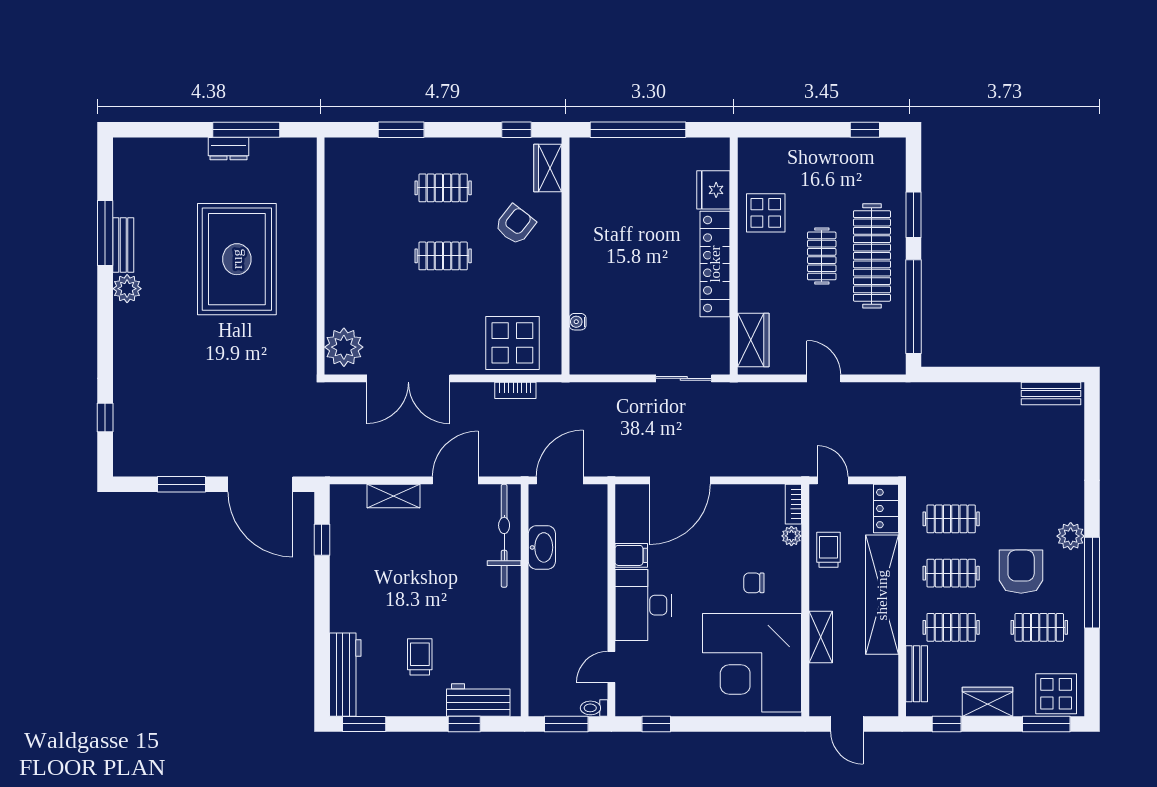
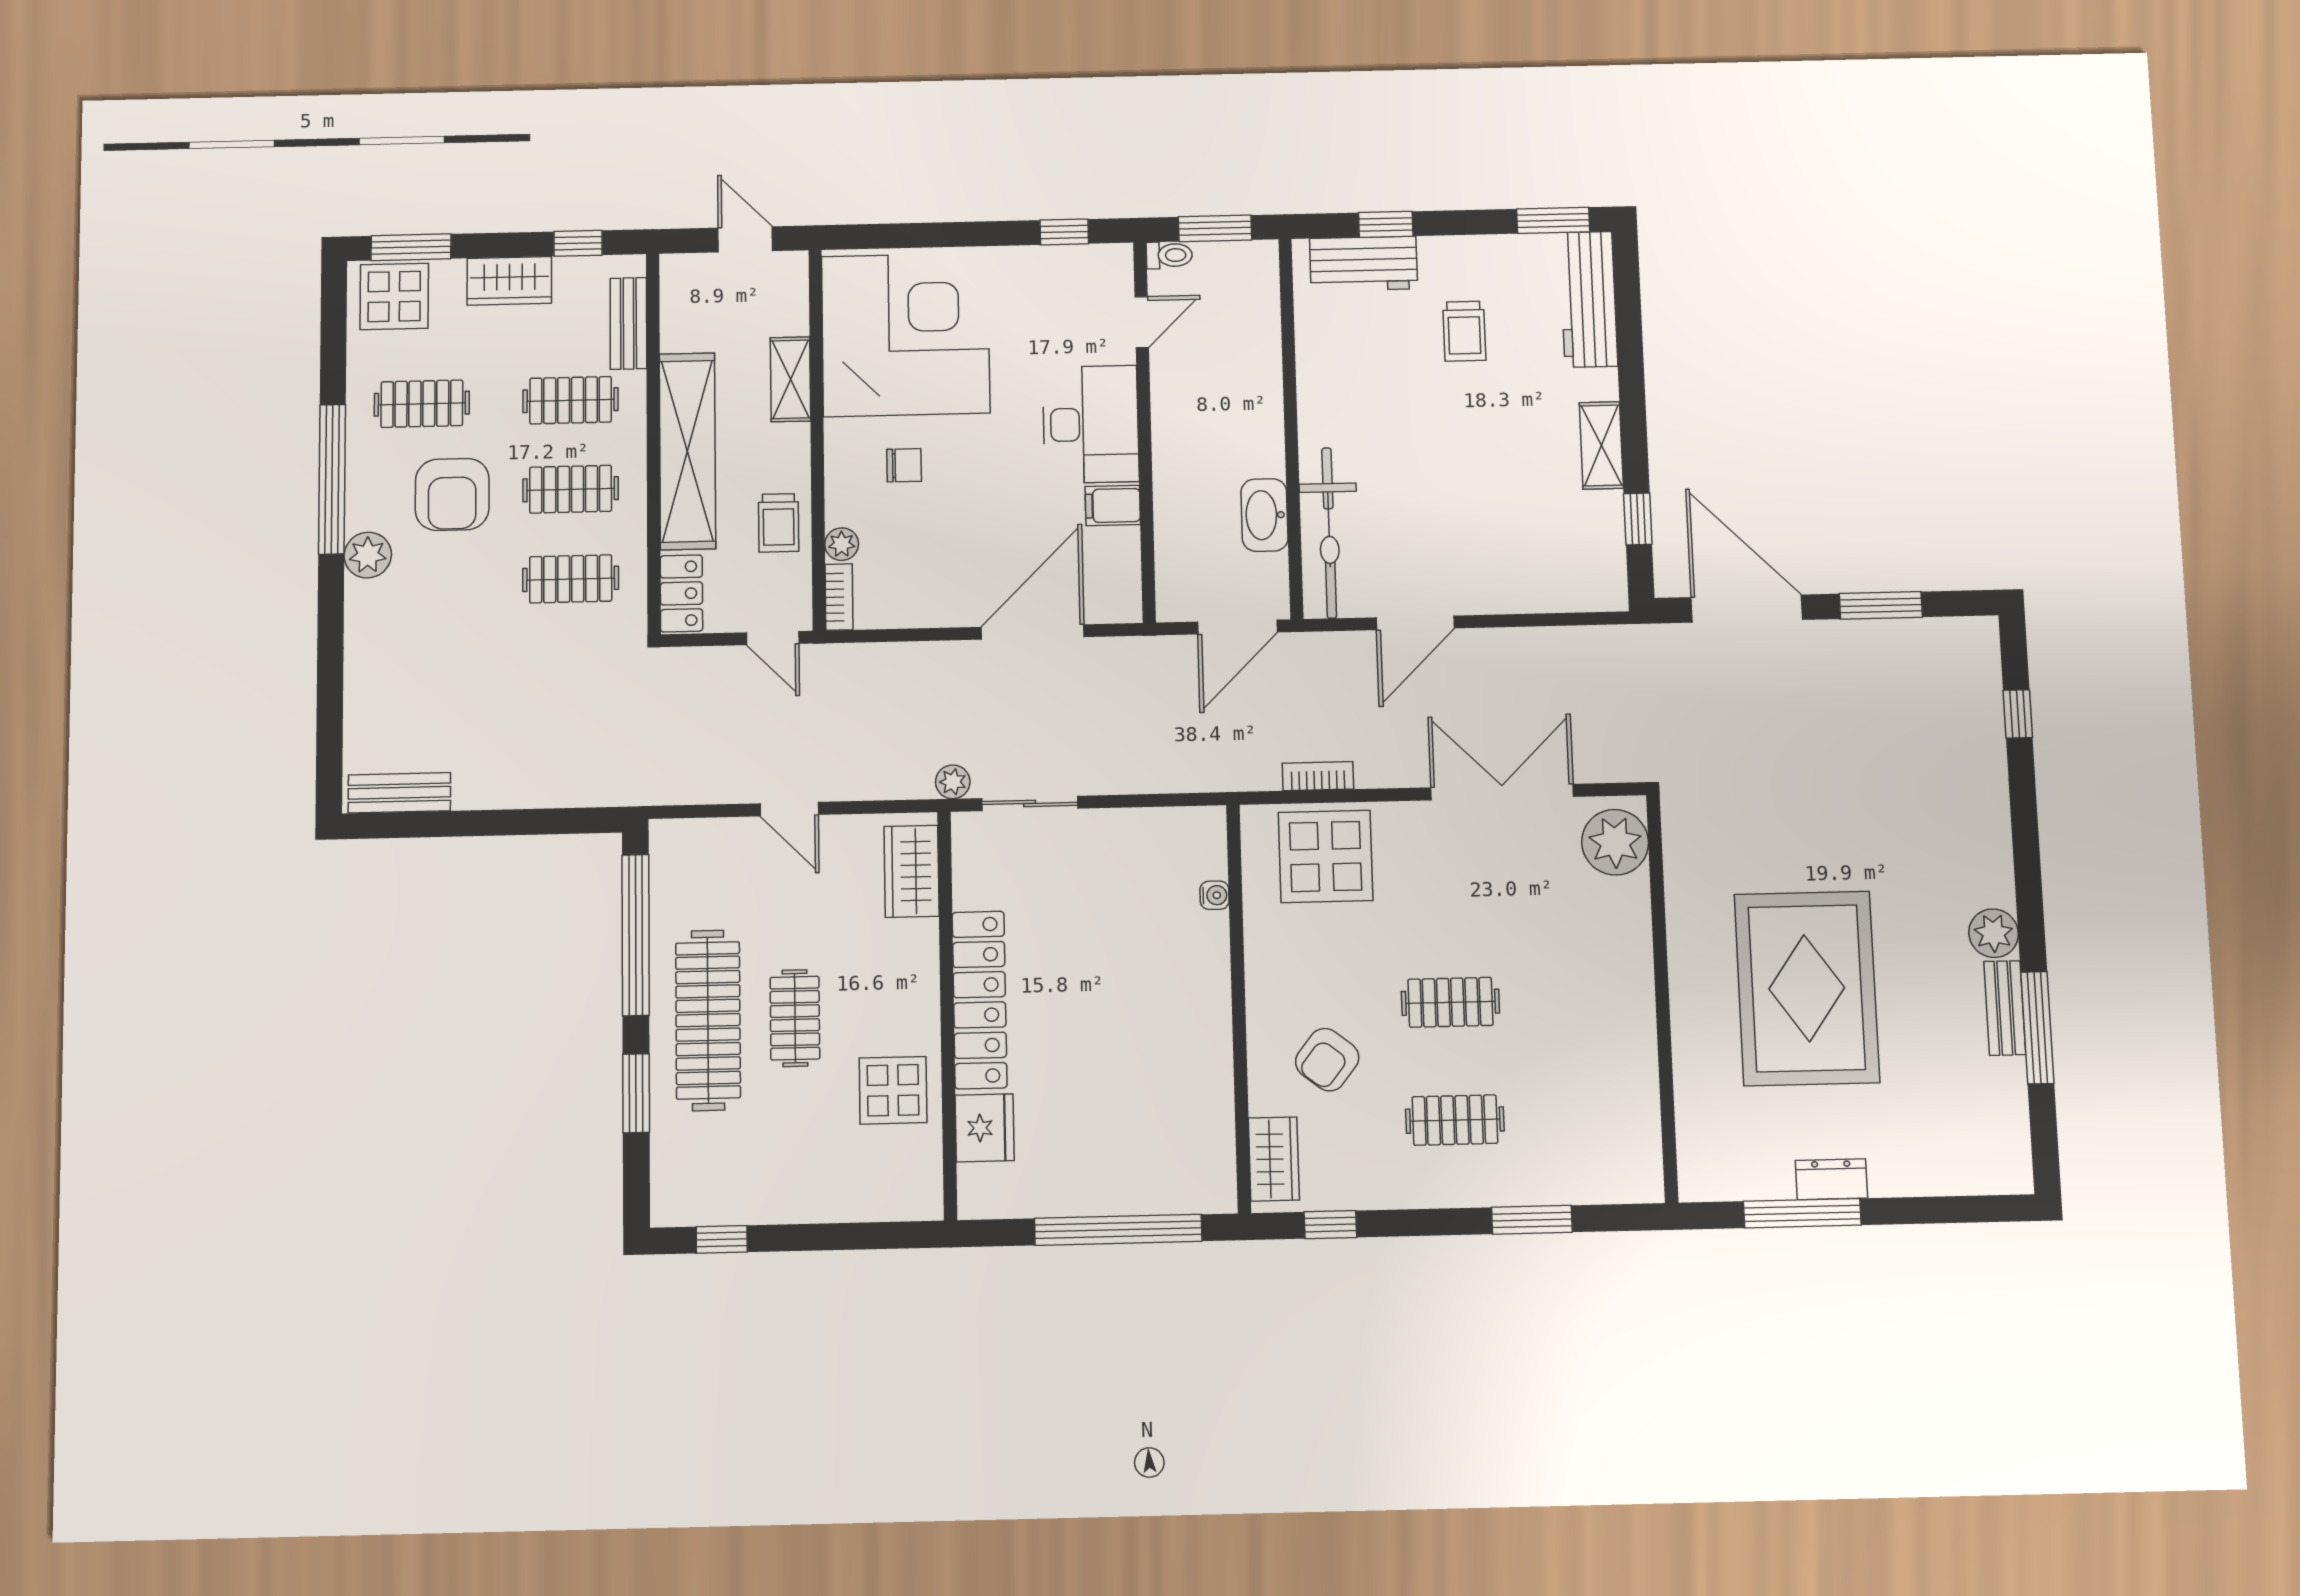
plant: (728, 392) -> (953, 782), added
shelving: (394, 496) -> (1601, 445), moved, turned 90

